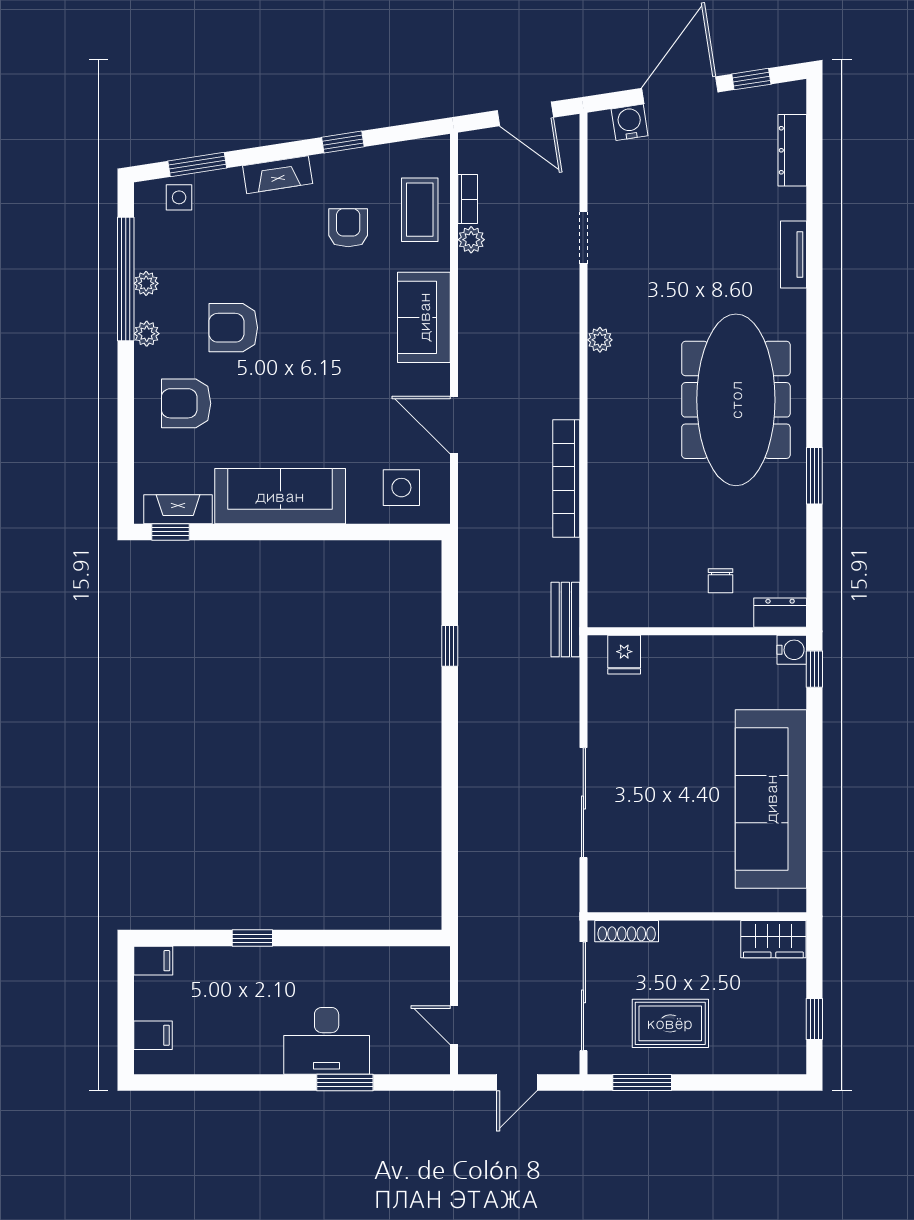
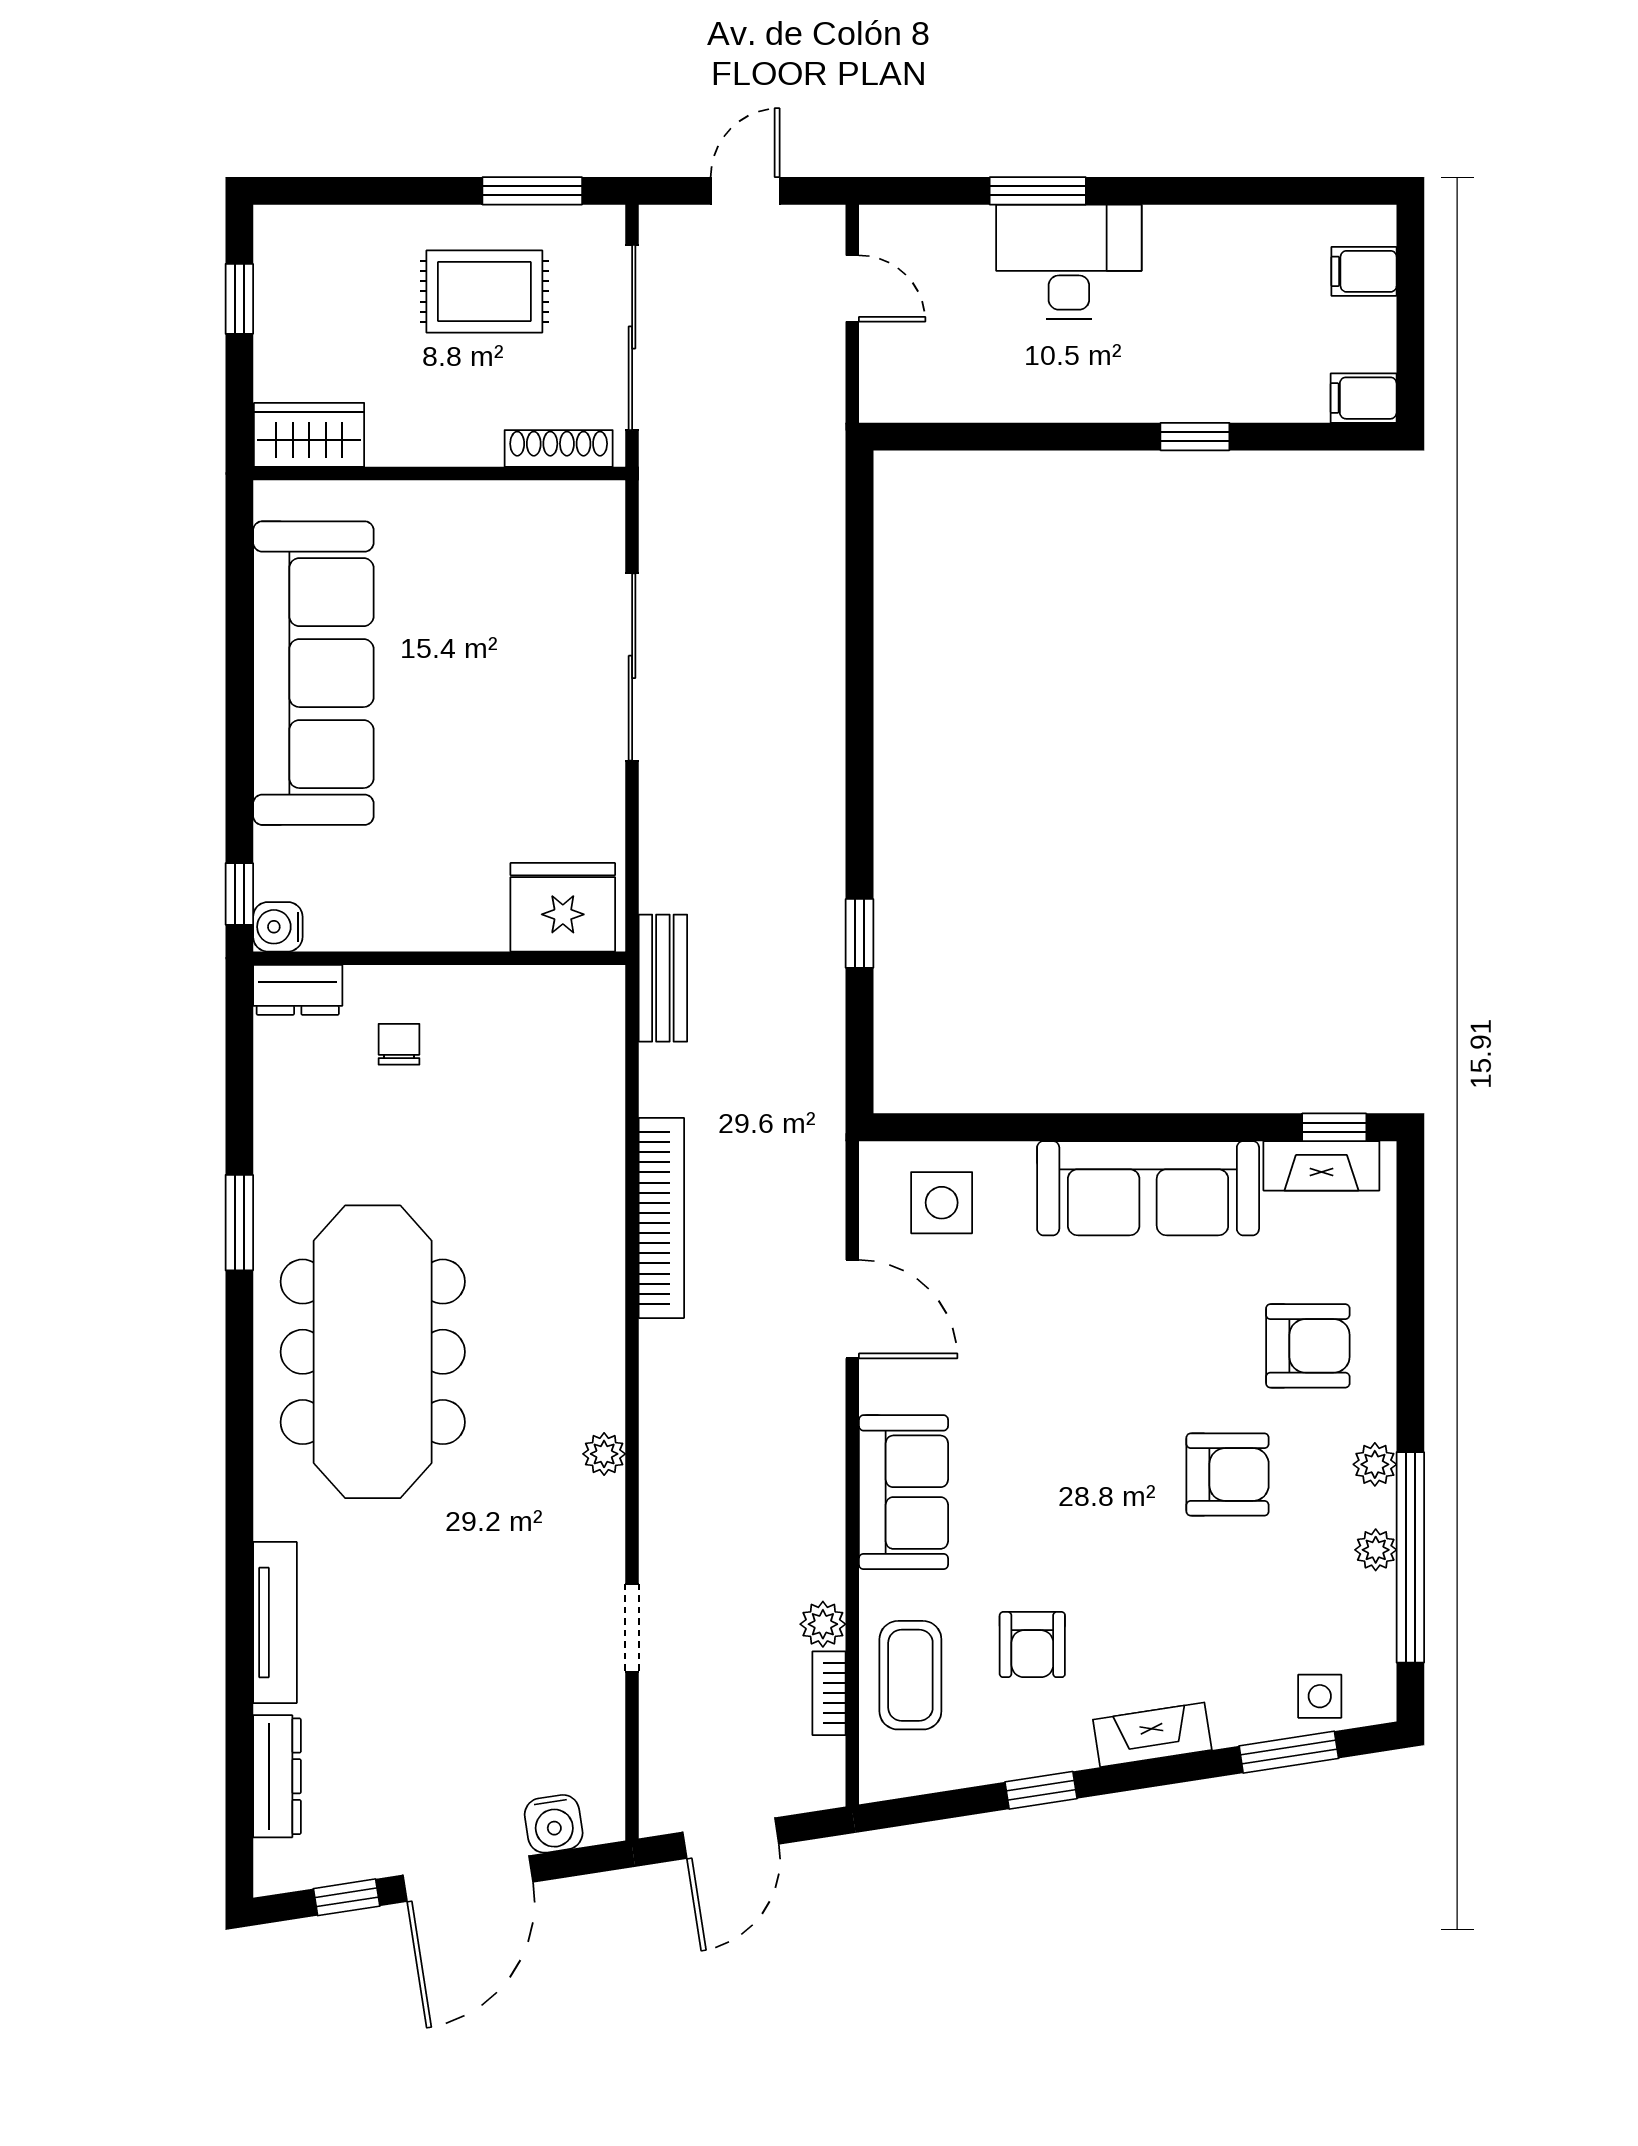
door: (525, 114) -> (731, 1838), swing flipped
tv unit: (793, 254) -> (275, 1622), width x1.41
fridge: (624, 655) -> (563, 907), width x1.88, depth x1.34

